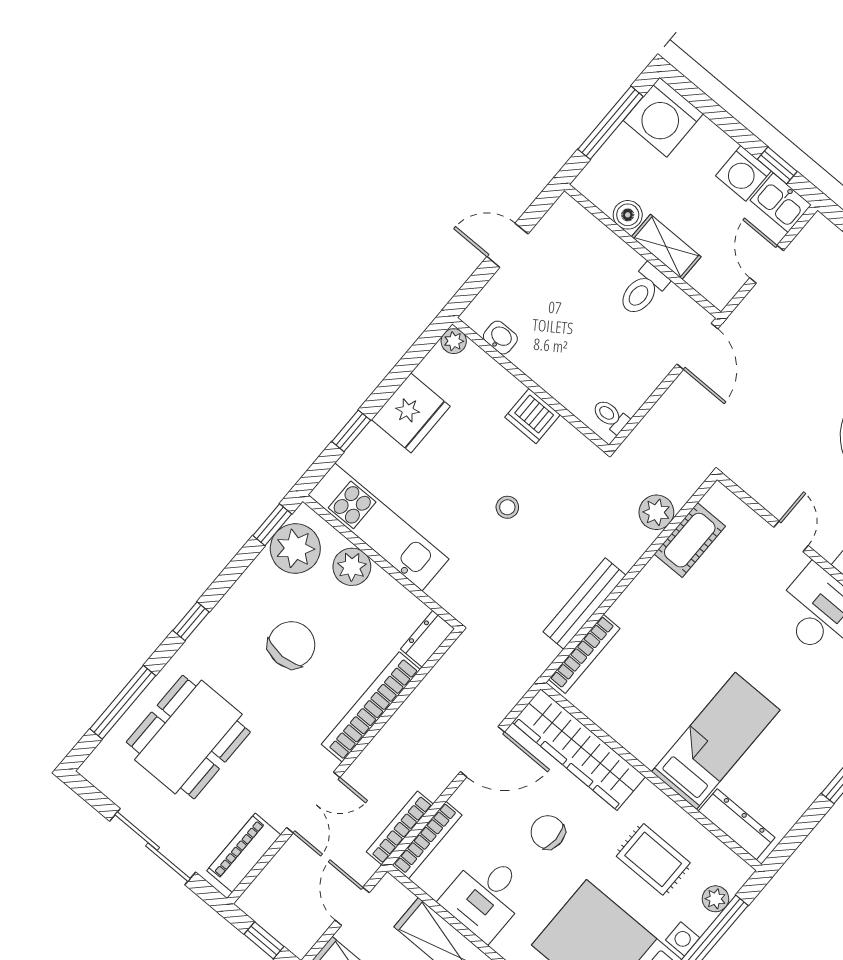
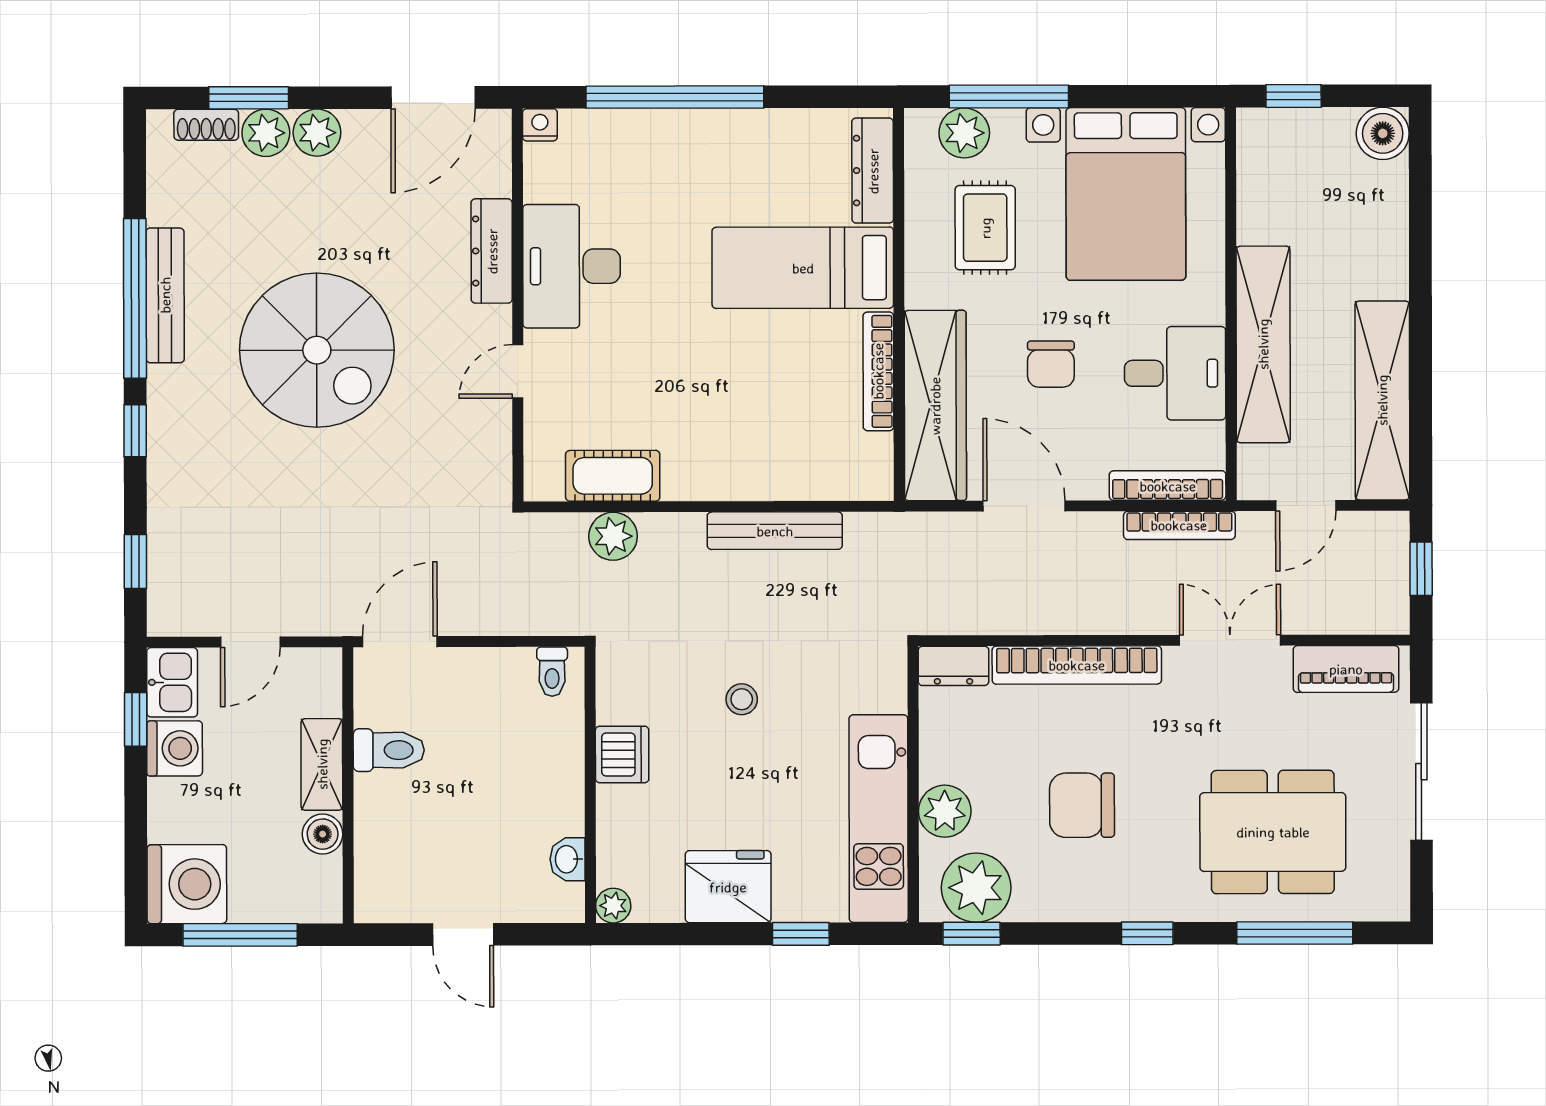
bookcase: (584, 654) -> (878, 371), moved, turned -90
plant: (715, 899) -> (964, 133), width x1.38, depth x1.38

